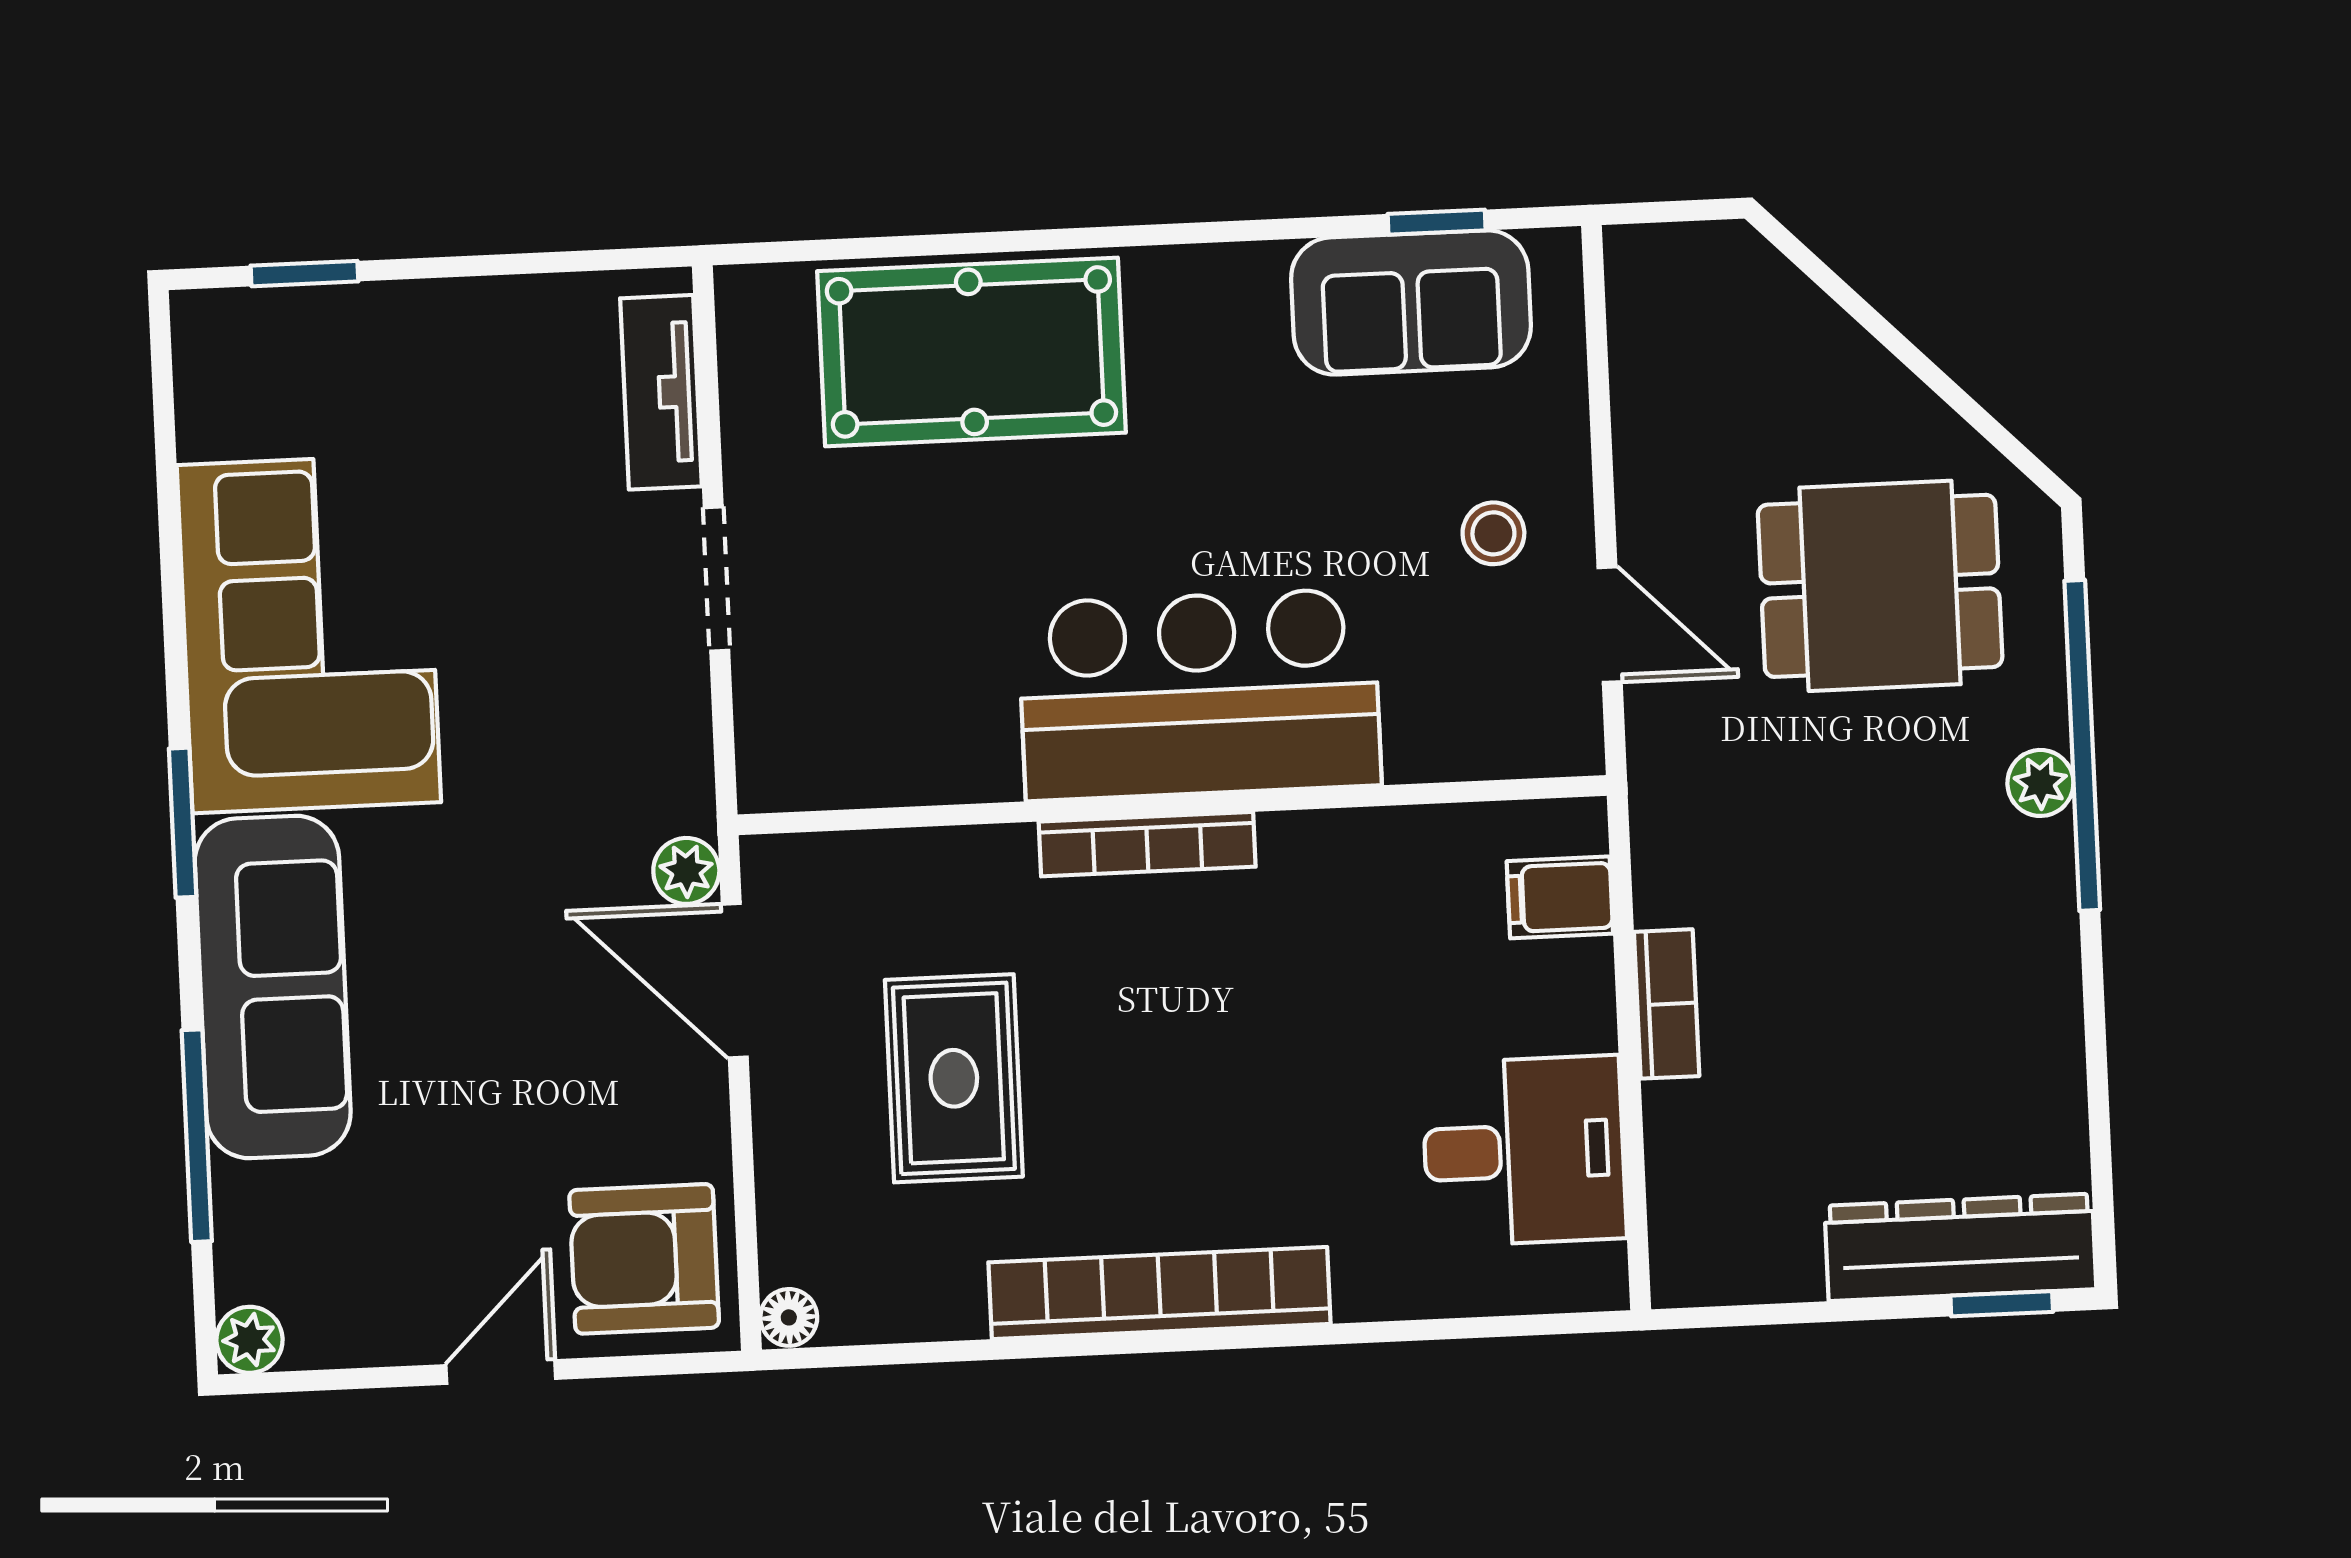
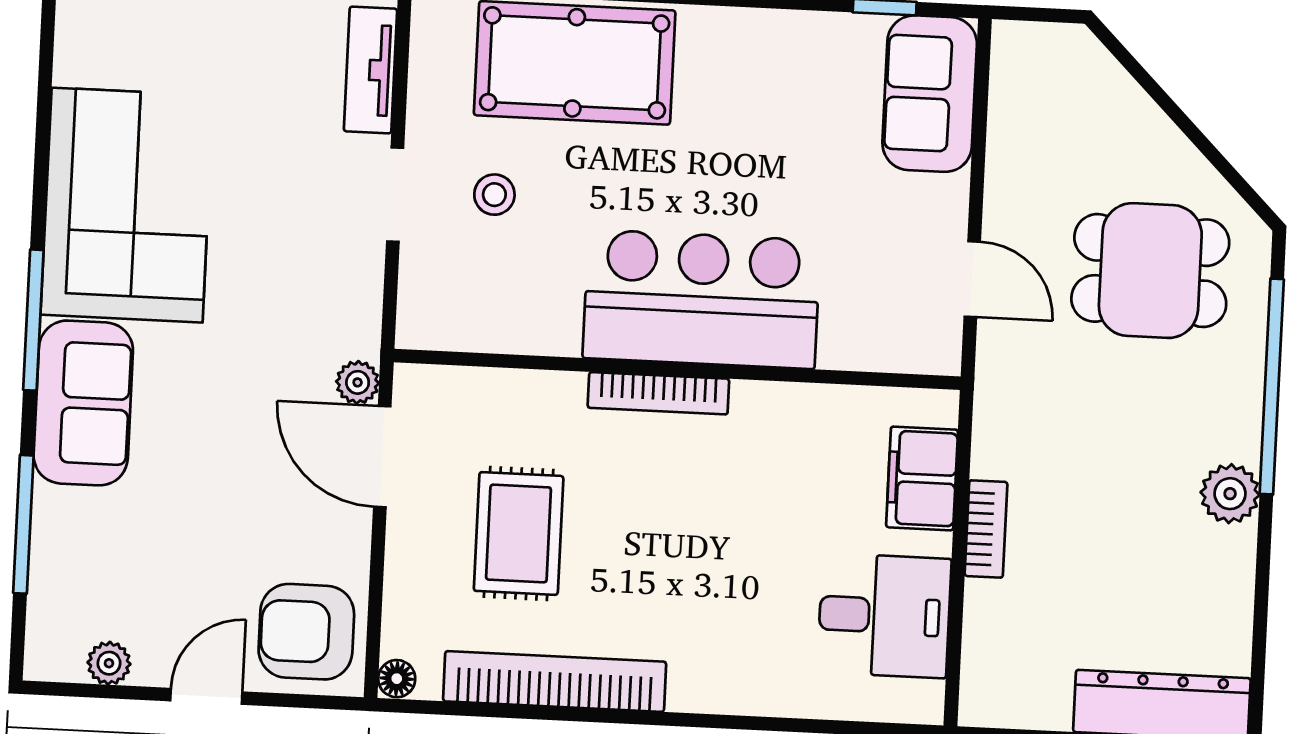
sofa: (1411, 302) -> (930, 94), moved, turned 90
stool: (1493, 533) -> (494, 195), moved
plant: (2040, 783) -> (1230, 494), moved, width x1.38, depth x1.38
window: (183, 823) -> (33, 320), width x1.44
filing cabinet: (1560, 897) -> (922, 478), width x2.00
sofa: (273, 987) -> (83, 403), width x0.73
bookcase: (1159, 1293) -> (555, 681), moved
plant: (250, 1340) -> (109, 663), moved

